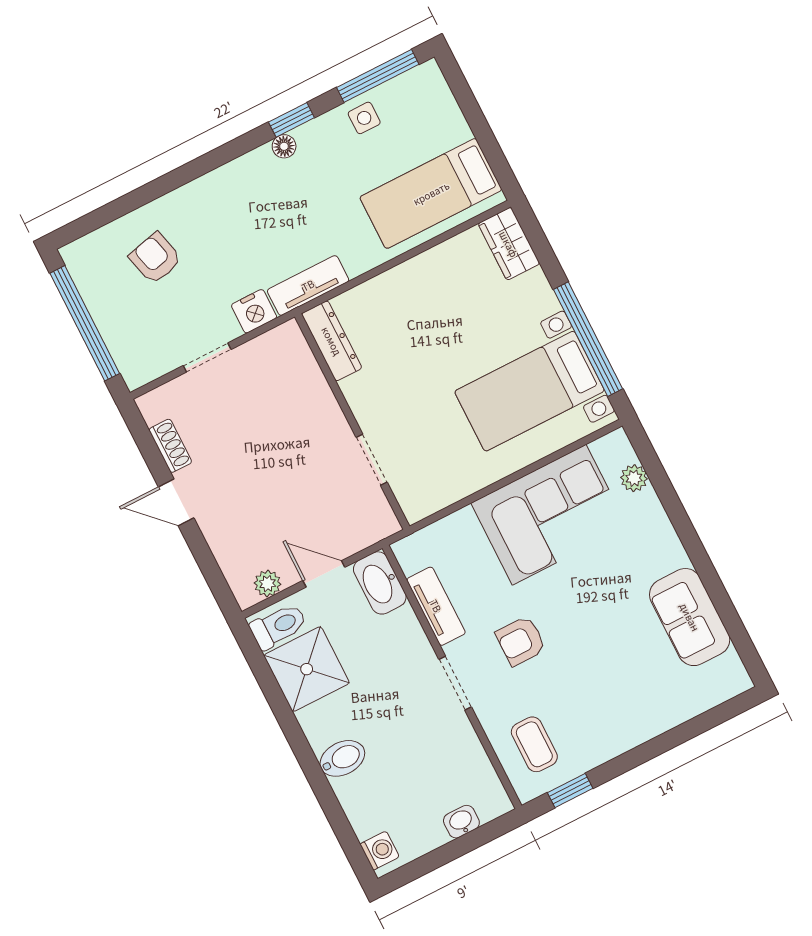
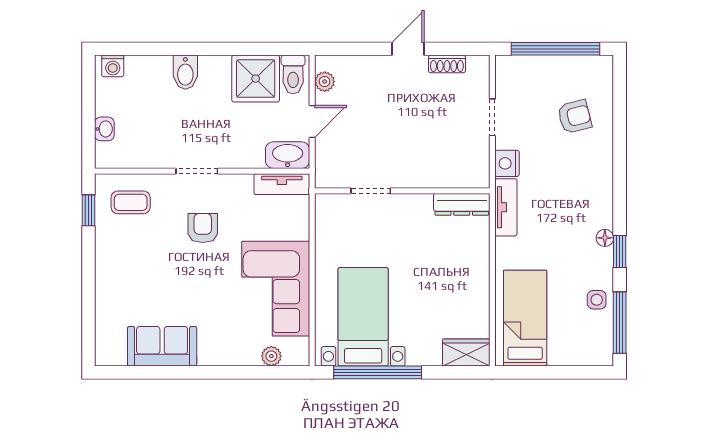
tv unit: (436, 606) -> (282, 184), moved

